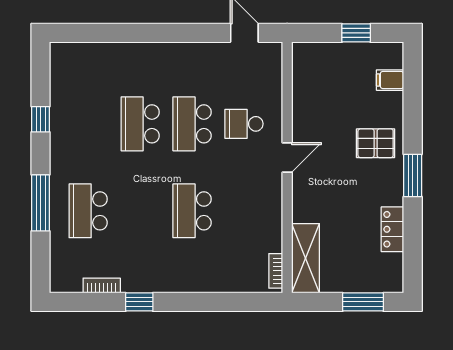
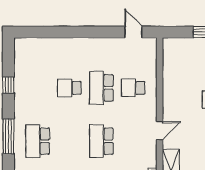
school desk: (140, 124) -> (69, 88), width x0.54
door: (287, 158) -> (160, 131), moved

